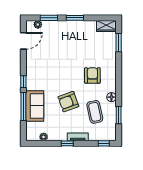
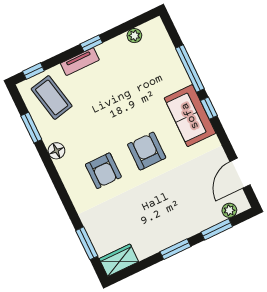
armchair: (68, 102) -> (147, 151), moved, turned -70
sofa: (35, 106) -> (190, 116), moved
coffee table: (95, 112) -> (52, 97), moved

